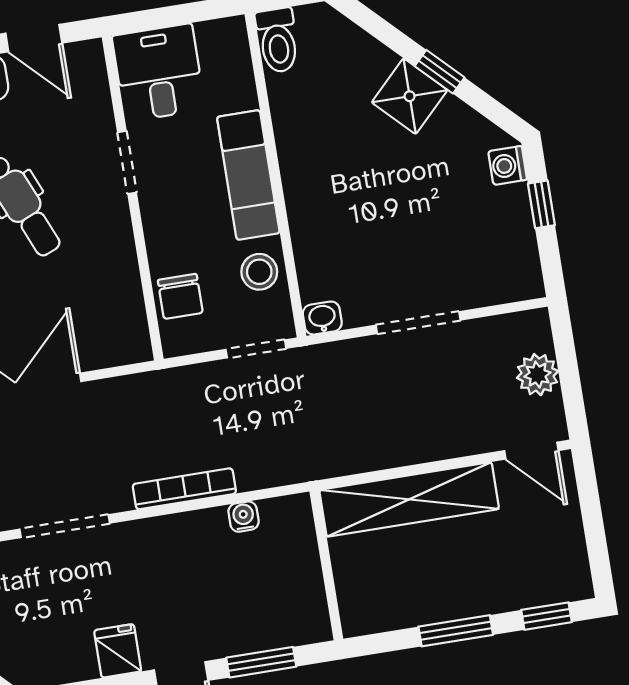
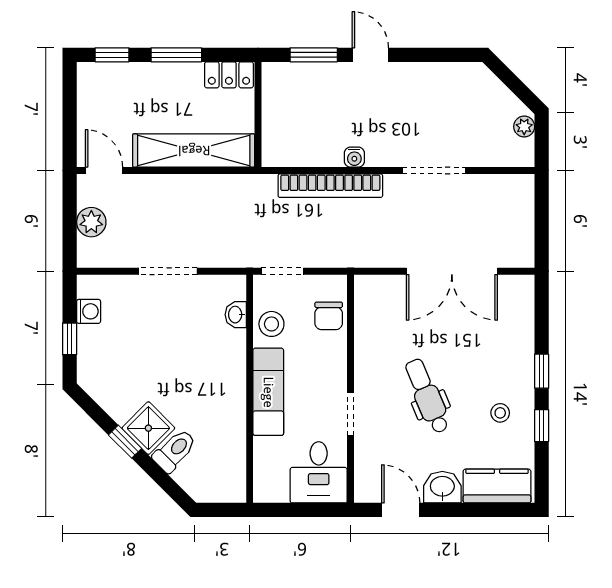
toilet: (278, 40) -> (175, 451), moved, turned 45
washing machine: (508, 165) -> (89, 311), moved
chair: (180, 296) -> (329, 316), turned 180
washbasin: (322, 318) -> (236, 315), moved, turned 90
bookcase: (184, 489) -> (330, 186), width x1.48, depth x1.31
water cooler: (244, 517) -> (354, 157), moved
locker: (377, 615) -> (229, 75), added
fridge: (118, 651) -> (411, 79), removed

